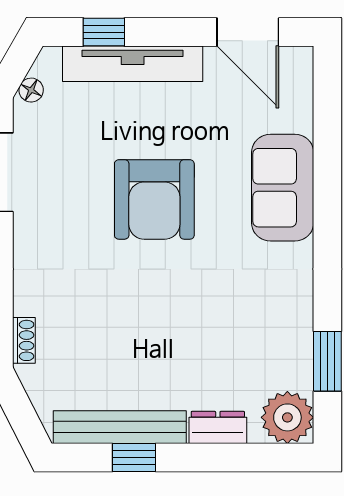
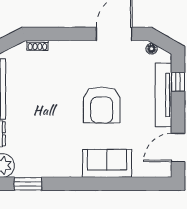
armchair: (154, 199) -> (102, 105), turned -90

